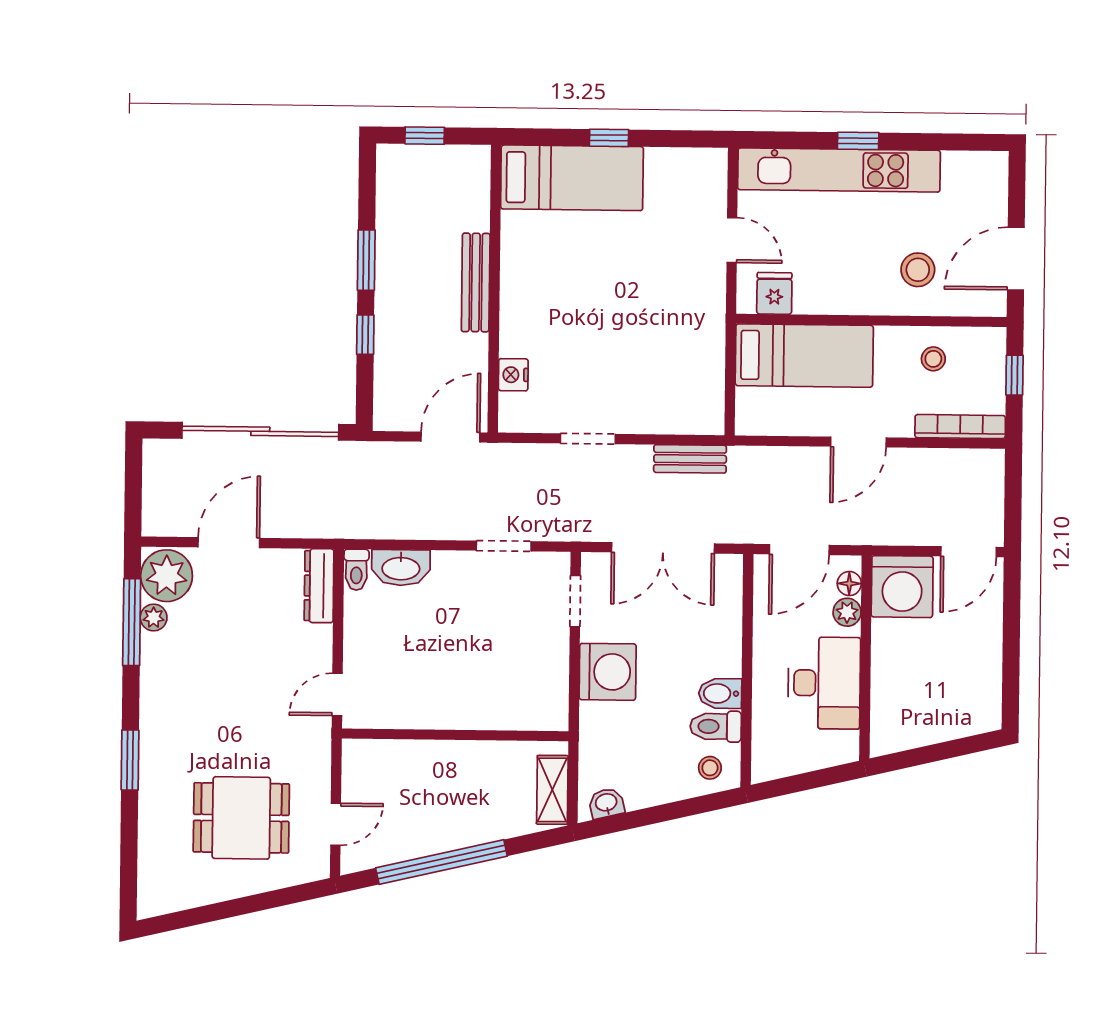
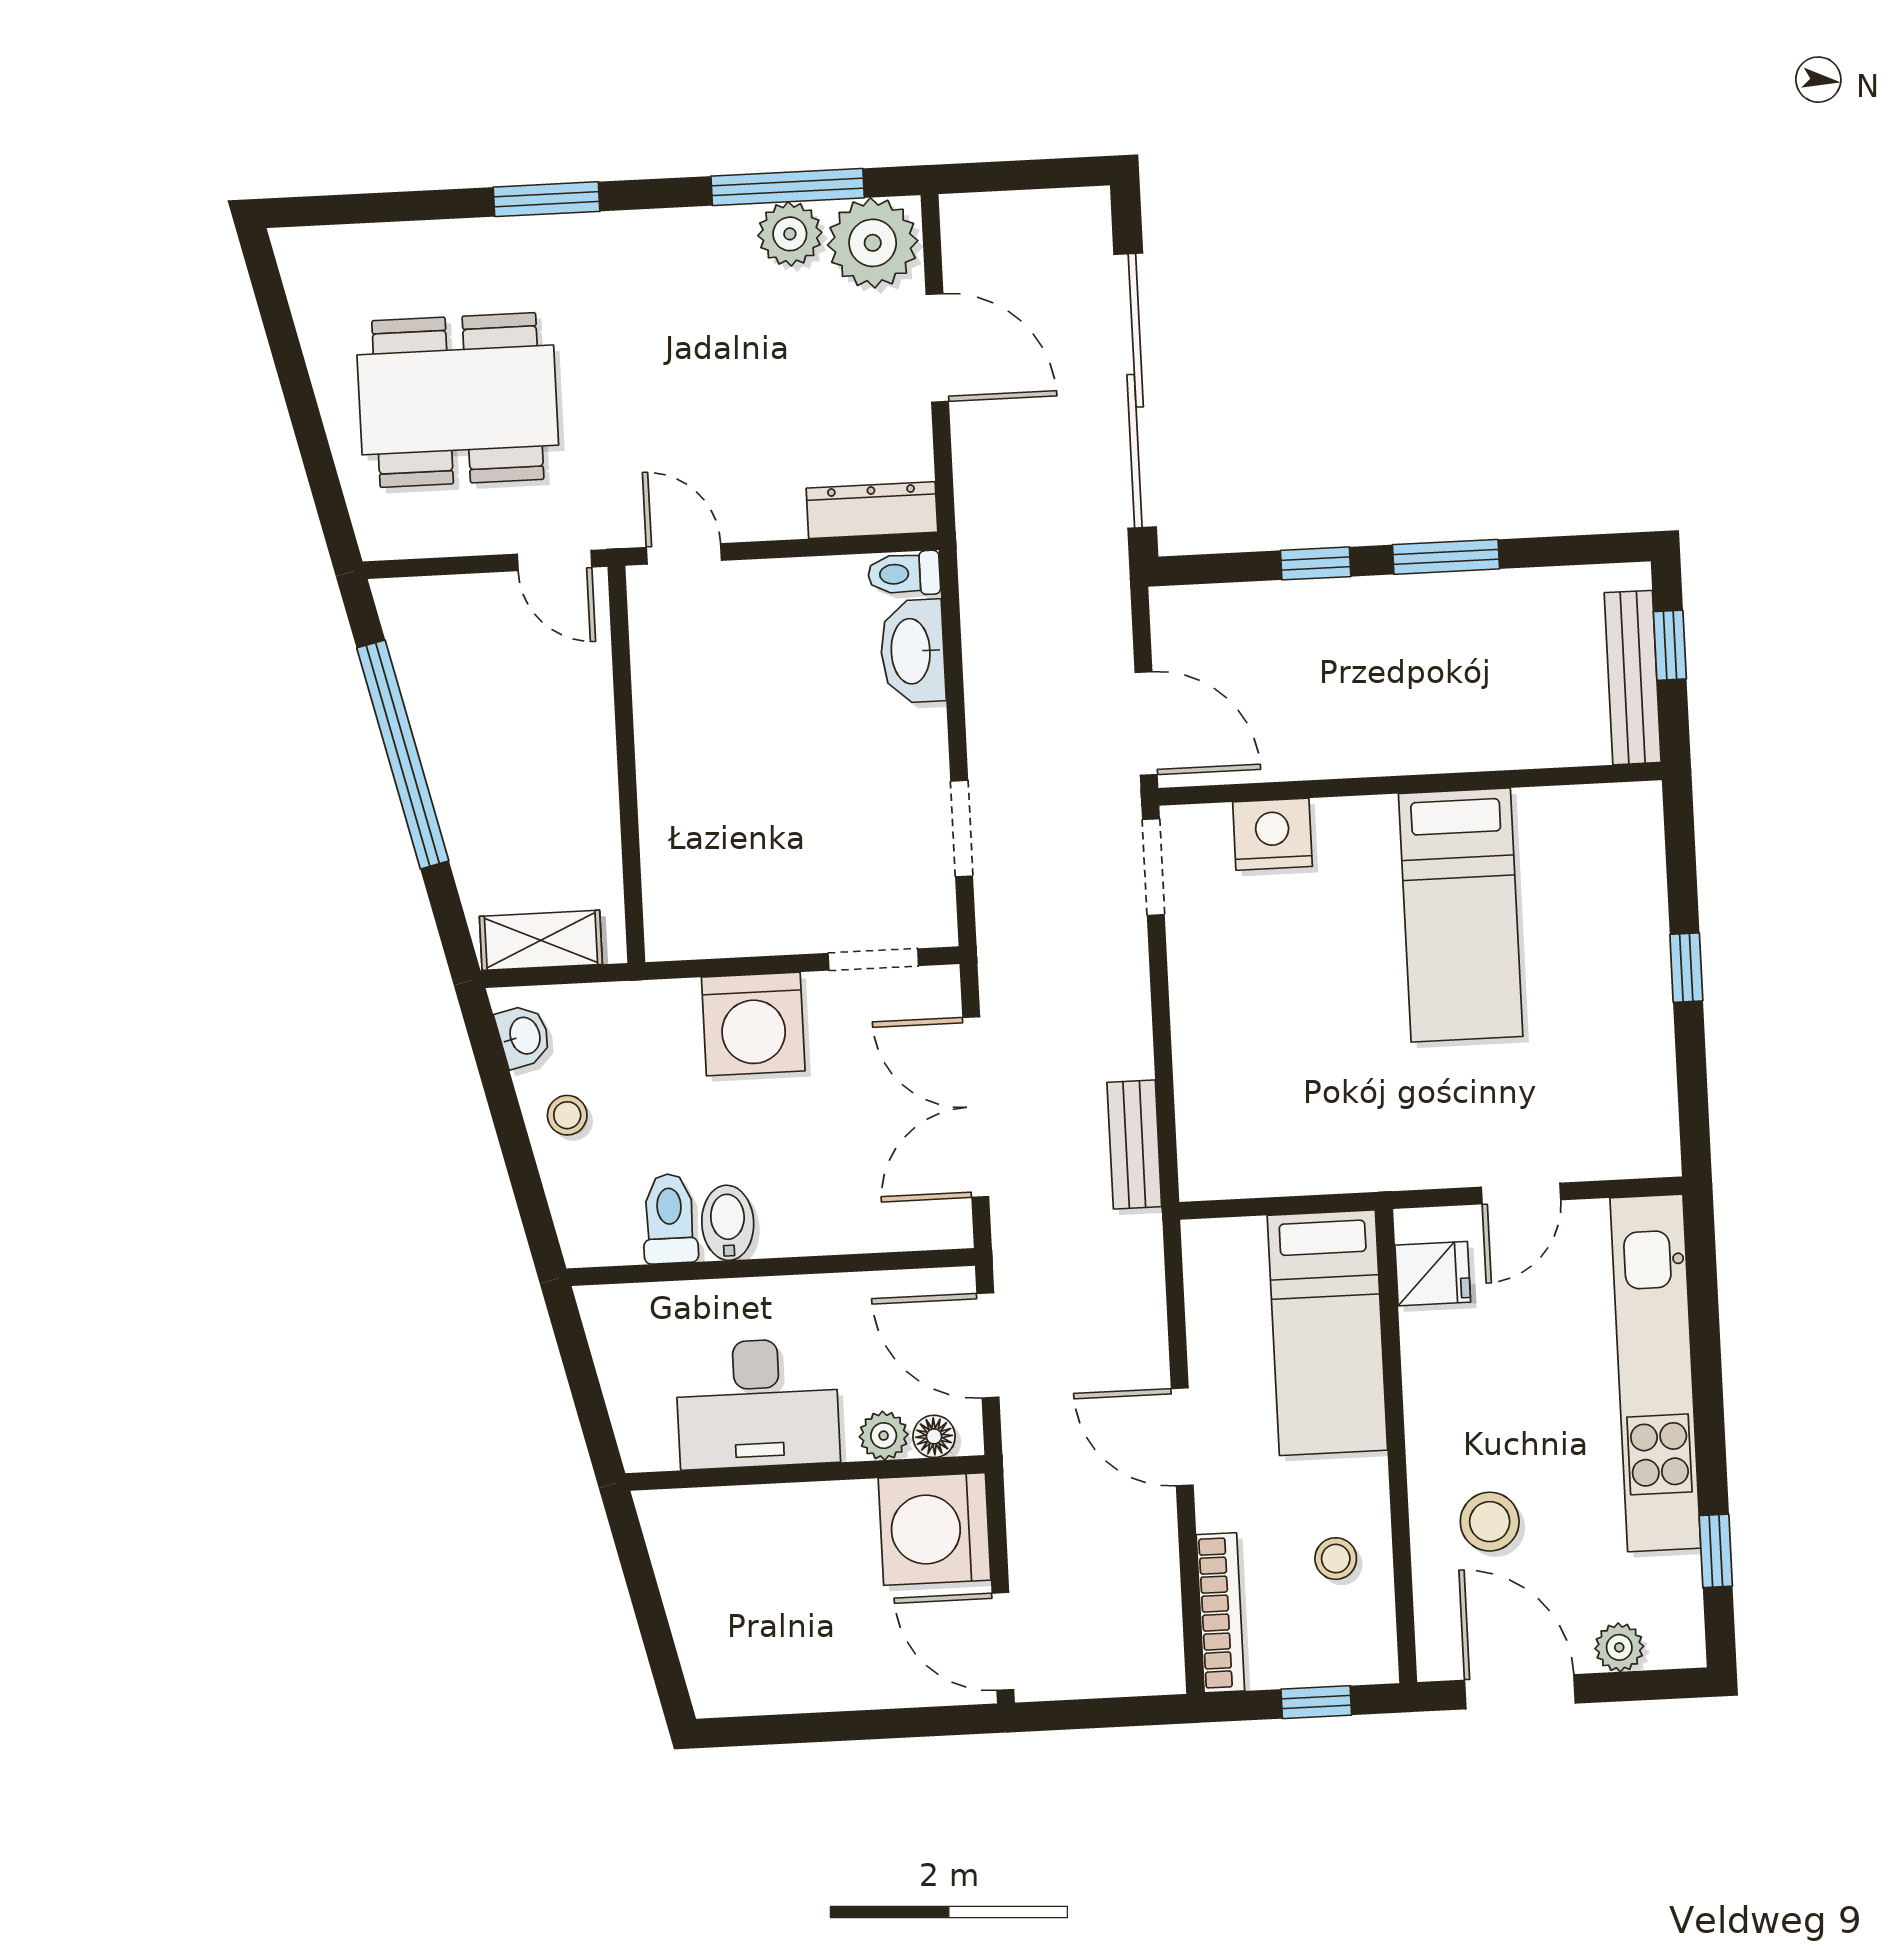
window: (858, 141) -> (1716, 1551), moved
bed: (572, 178) -> (1461, 915), moved
plant: (994, 200) -> (1619, 1647), added
bench: (476, 282) -> (1633, 678), moved, turned 90
nightstand: (513, 375) -> (1272, 834), width x1.36, depth x1.33
doorway: (588, 439) -> (1153, 867), moved
plant: (154, 618) -> (790, 234), width x1.38, depth x1.38
stool: (710, 768) -> (567, 1115), moved
dining table: (241, 818) -> (458, 400), width x1.38
door: (336, 824) -> (555, 561), moved

